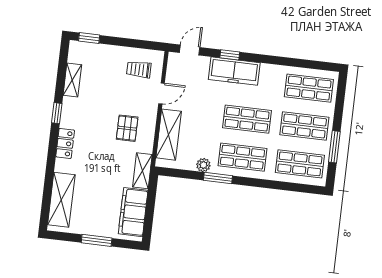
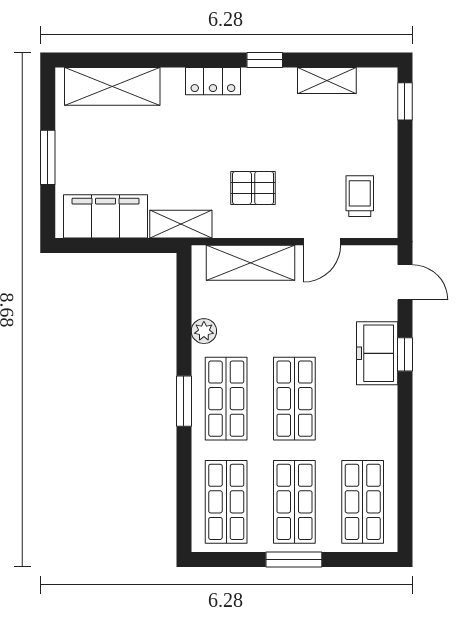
freezer: (234, 71) -> (377, 353), width x0.71
door: (162, 93) -> (322, 242), hinge flipped
window: (334, 147) -> (294, 559), moved
window: (218, 178) -> (184, 401), moved

